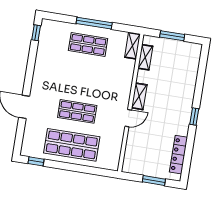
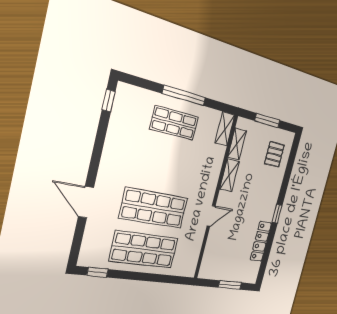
pallet: (184, 64) -> (274, 154), added
shelving: (139, 96) -> (229, 175), moved
shop shelf: (77, 111) -> (154, 208), width x1.43, depth x1.36
locker: (179, 155) -> (261, 241), moved

